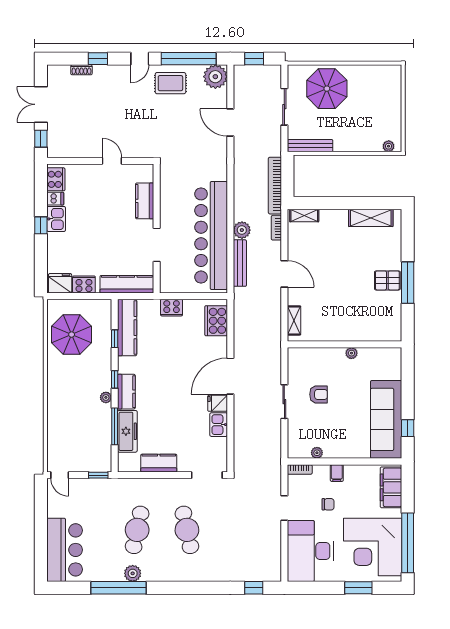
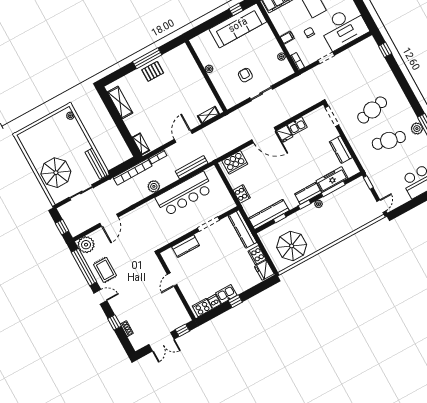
plant: (242, 230) -> (154, 186), moved
bar counter: (211, 235) -> (184, 194), width x0.73
pallet: (387, 280) -> (153, 71), turned 90

